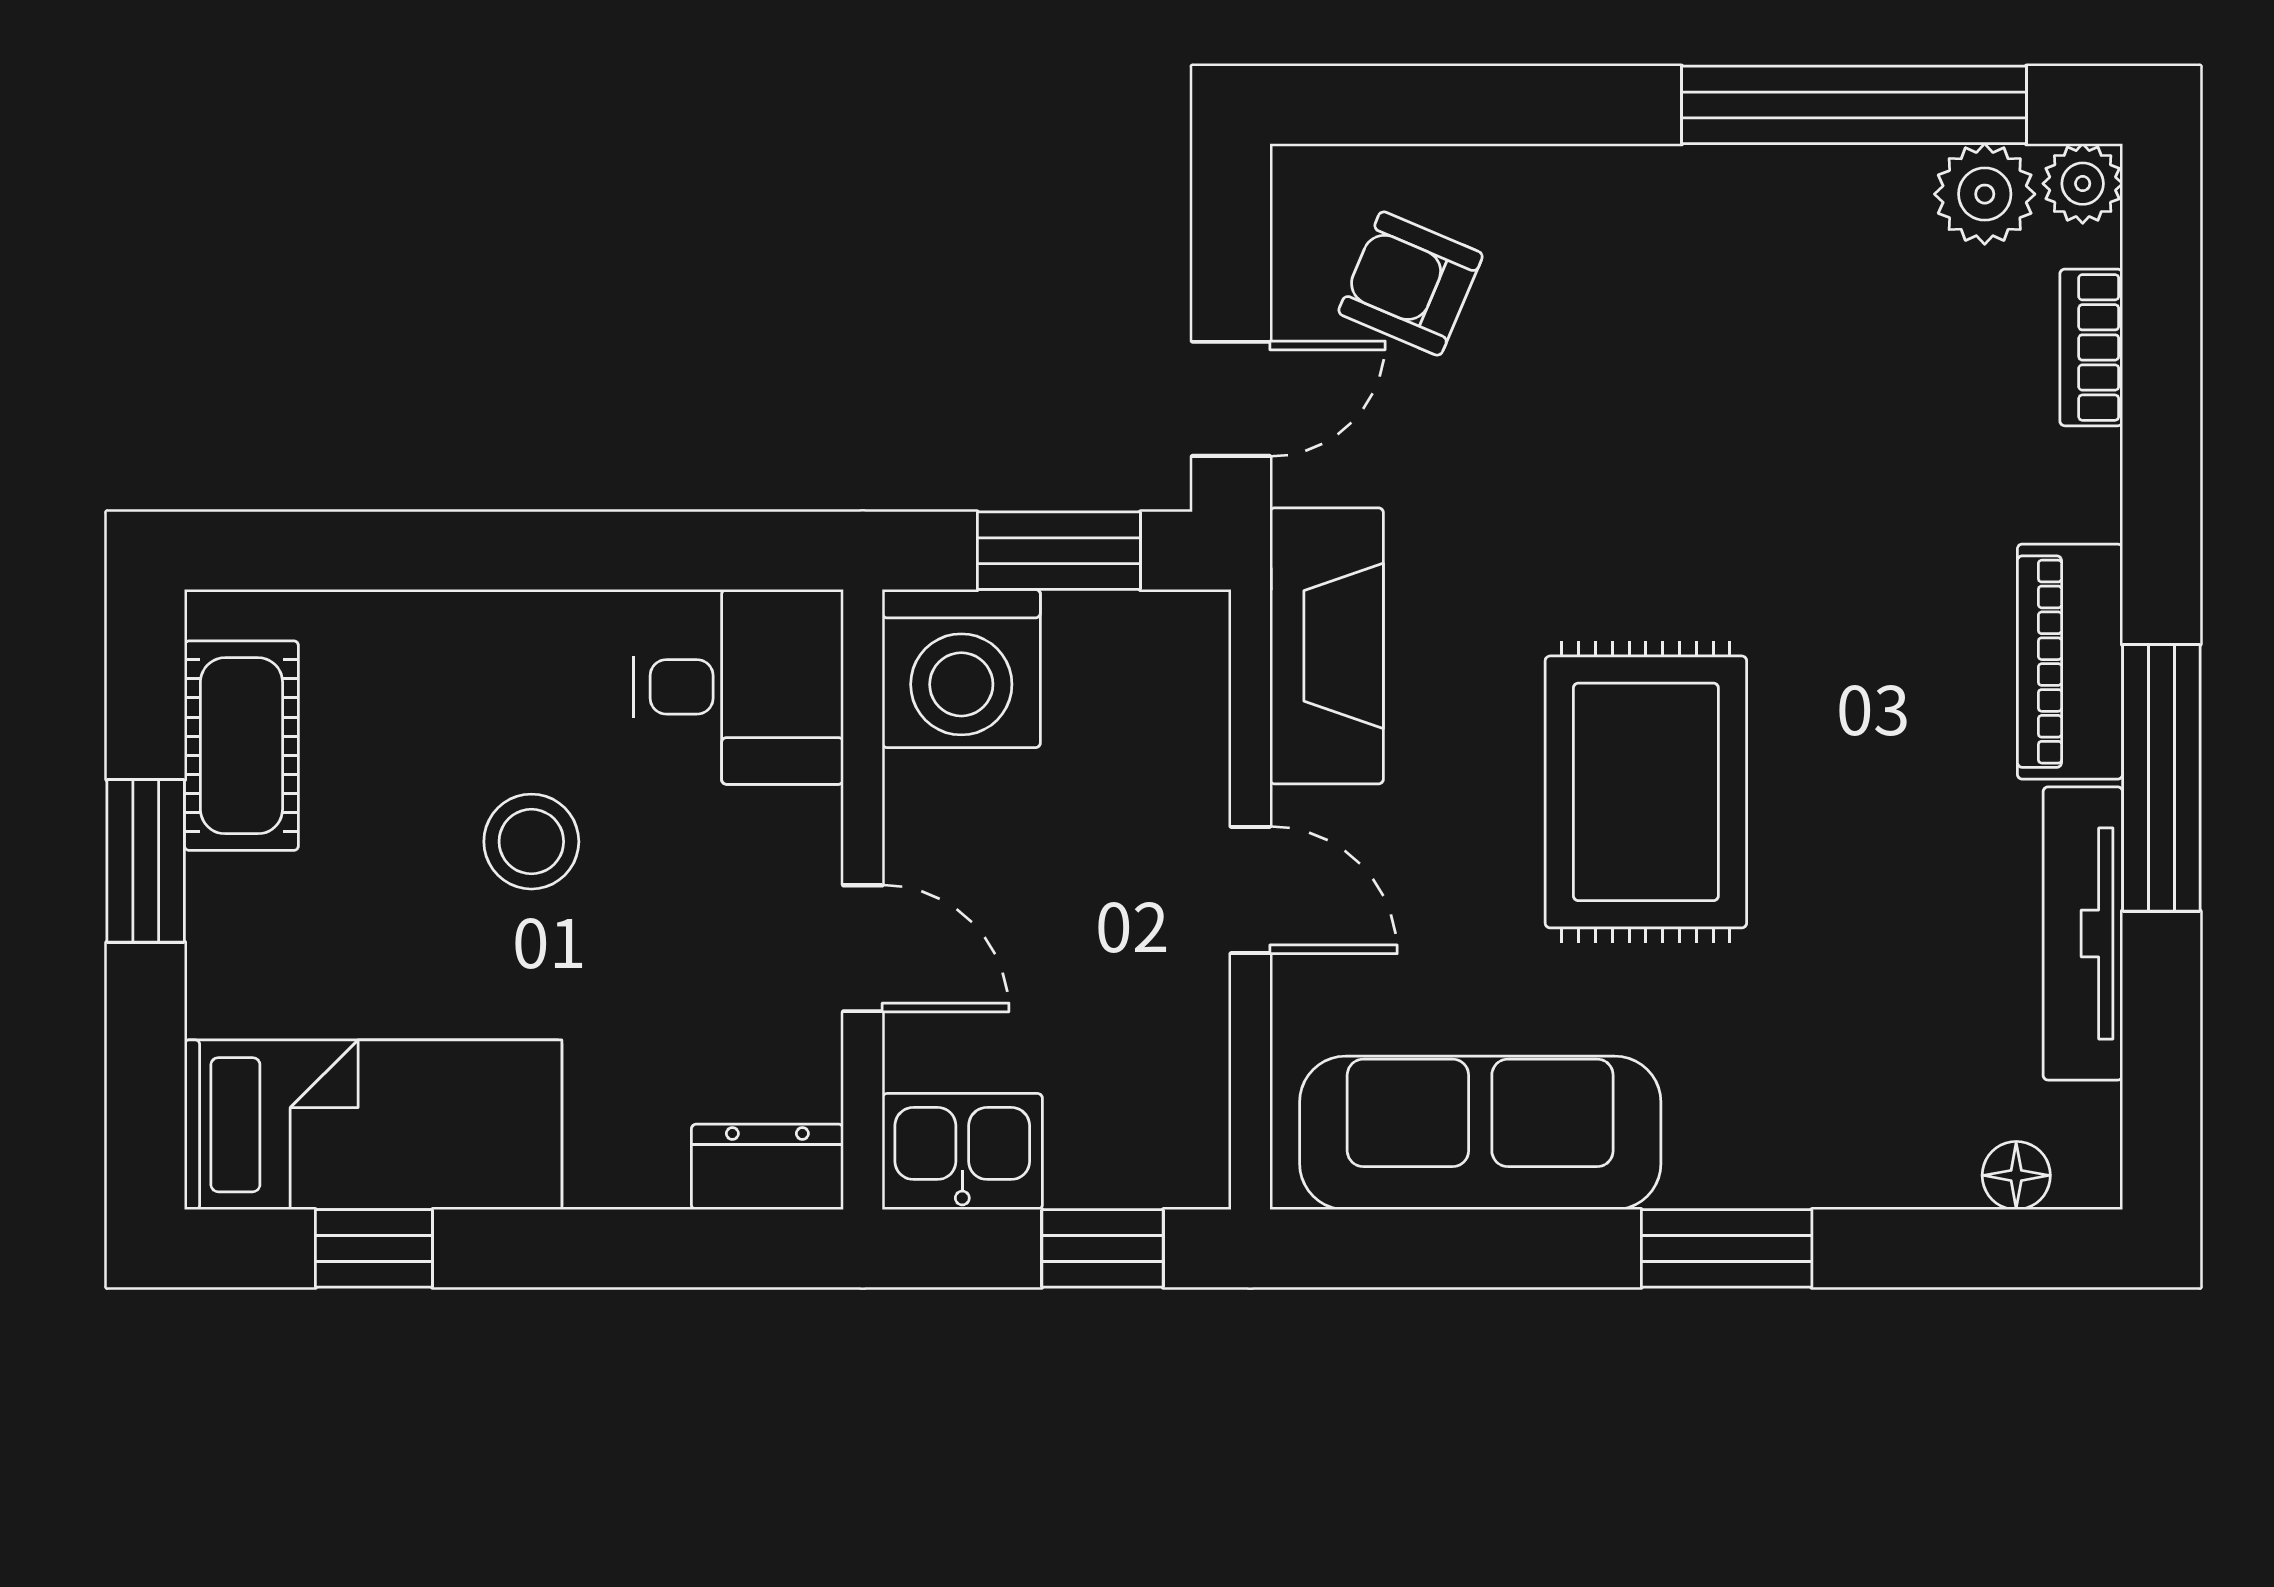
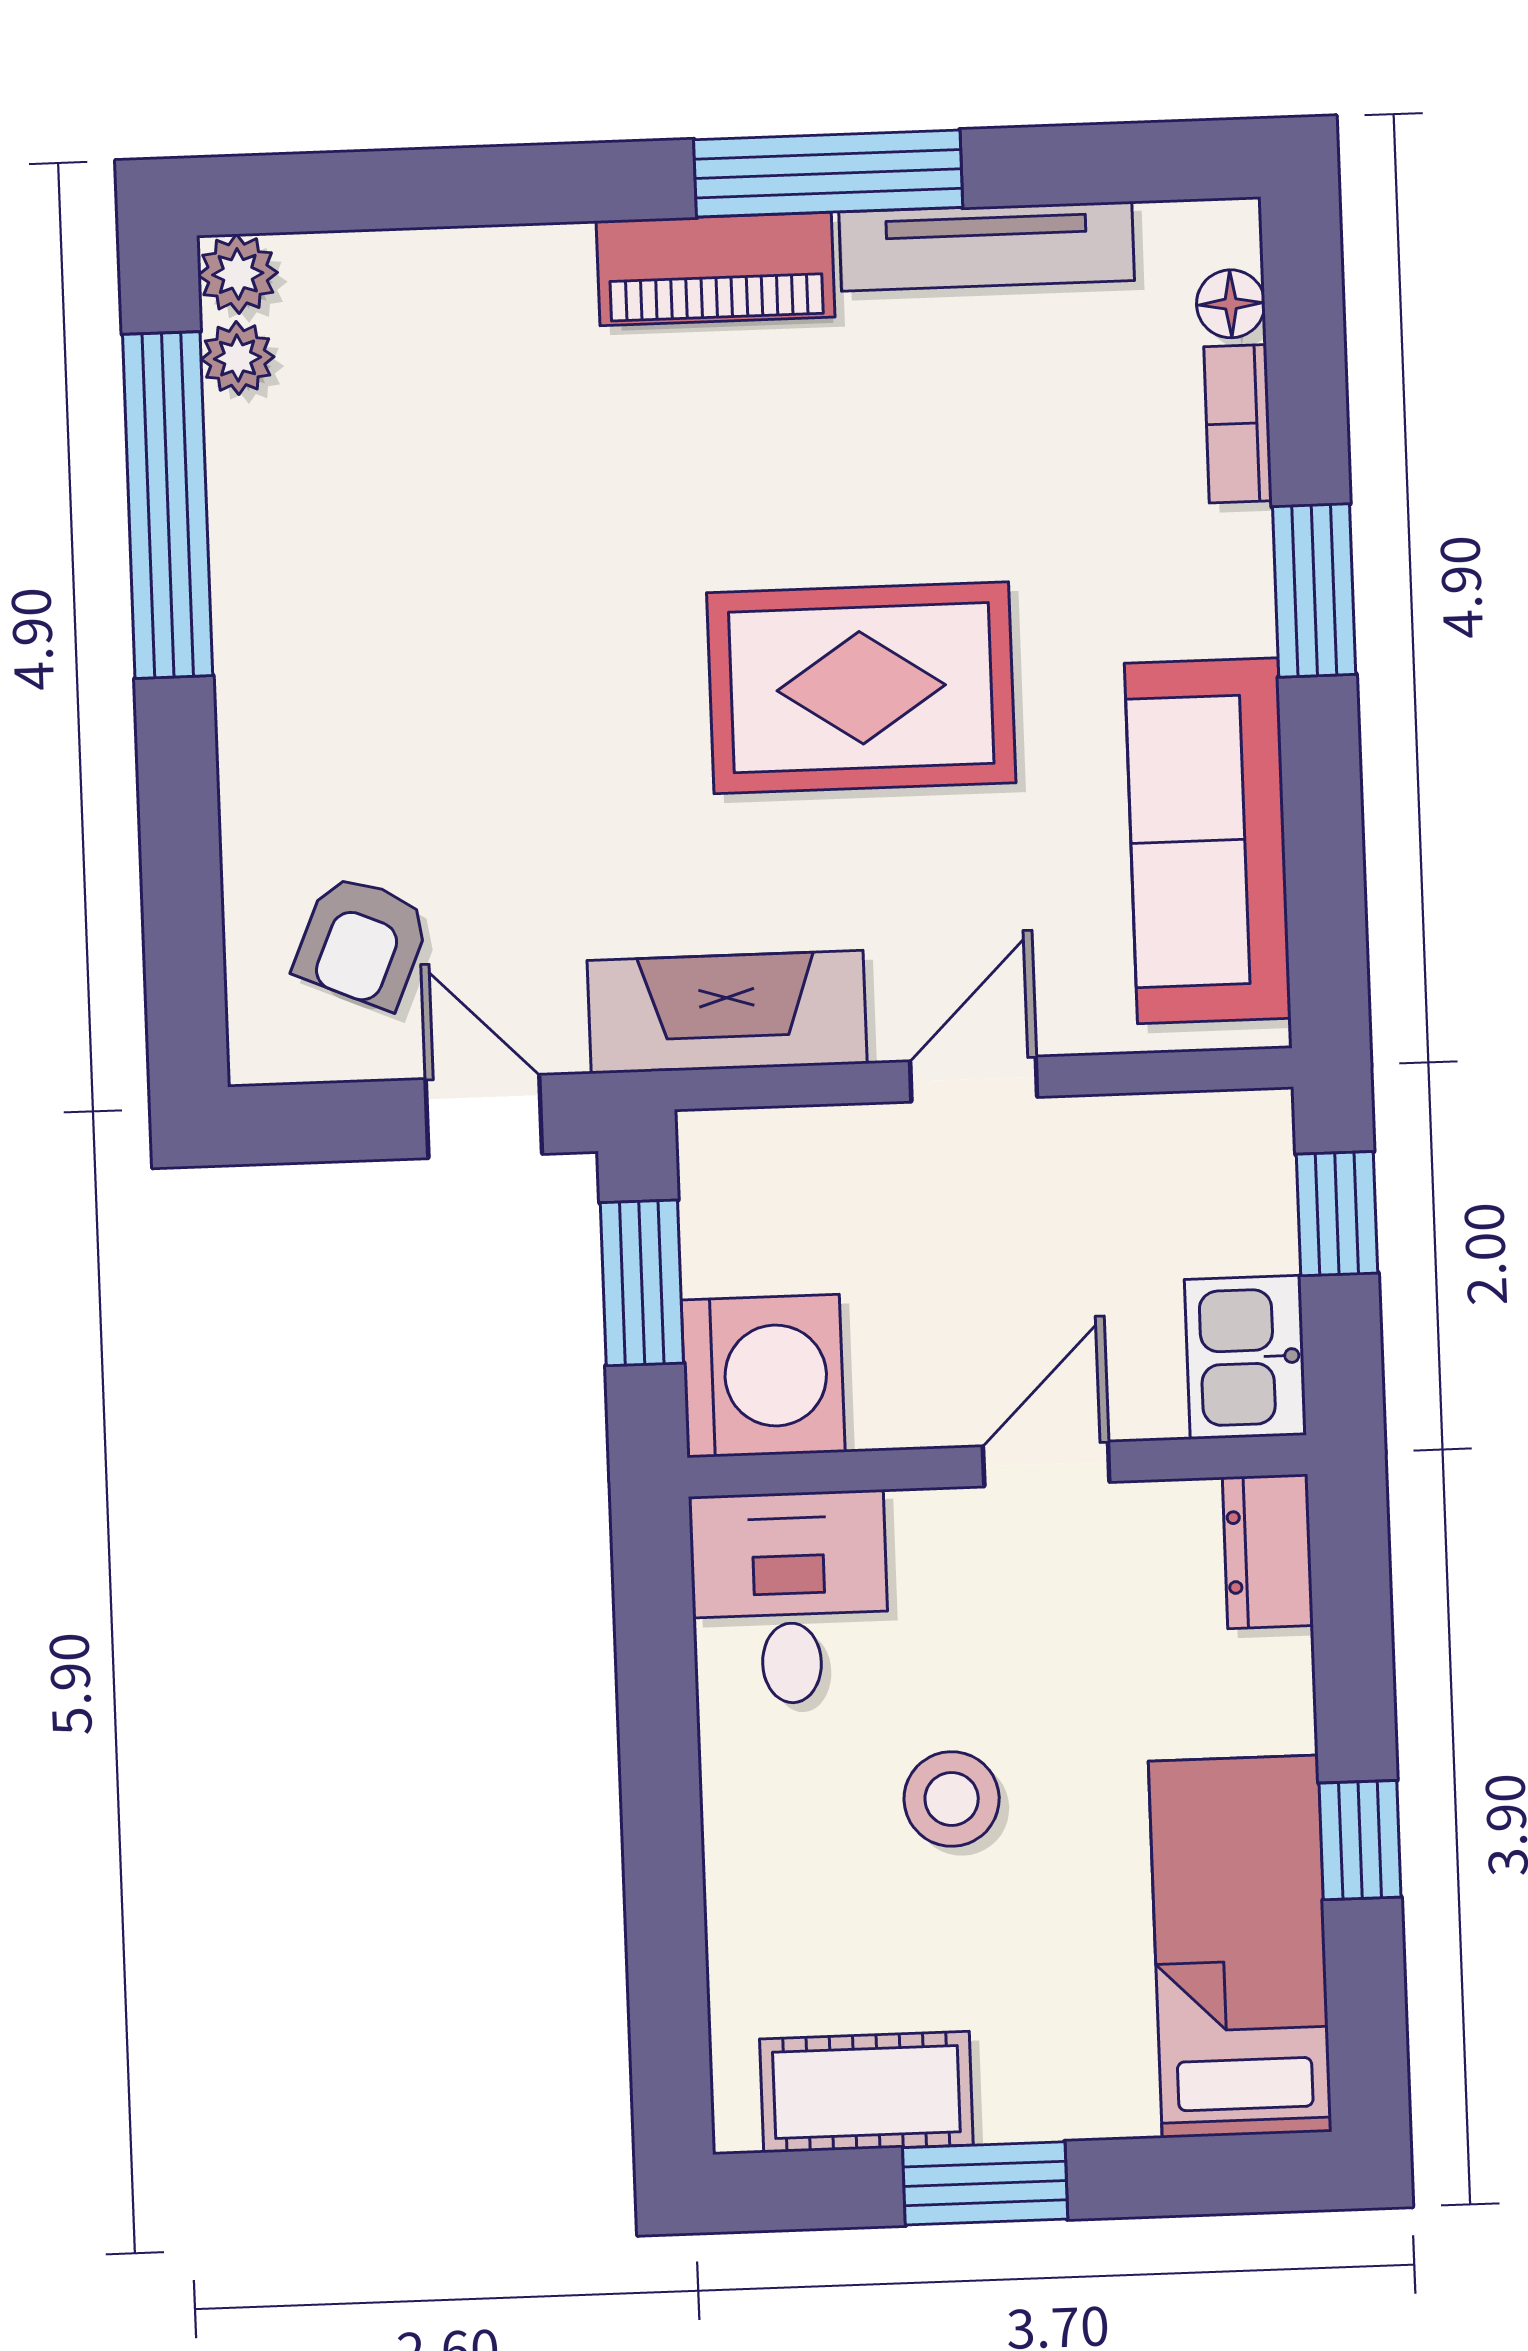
plant: (1985, 194) -> (238, 358), width x0.73, depth x0.73
bookcase: (2091, 347) -> (1238, 424), moved, turned 90
window: (374, 1248) -> (1360, 1840), moved

